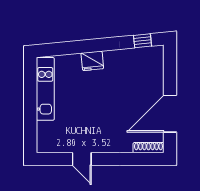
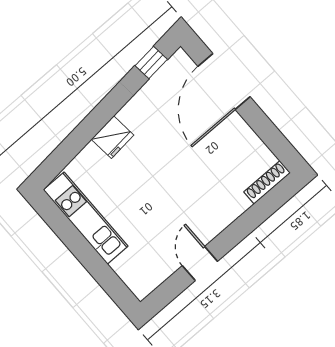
door: (170, 114) -> (224, 82), moved
door: (82, 159) -> (200, 264), swing flipped

